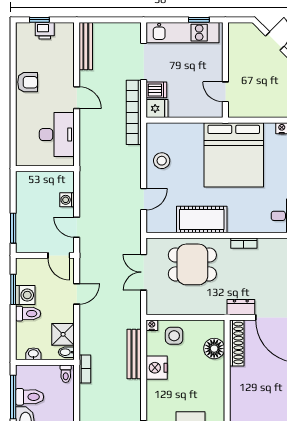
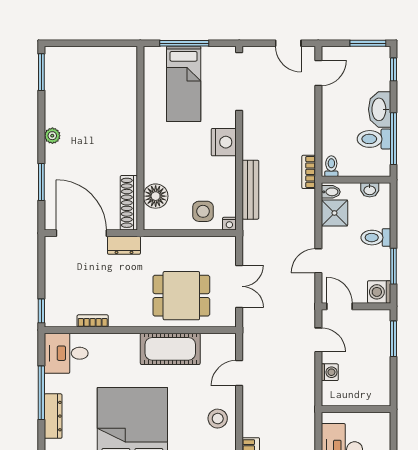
bookcase: (244, 243) -> (93, 321), moved
washing machine: (25, 295) -> (379, 292), moved
nightstand: (157, 368) -> (224, 142), moved

